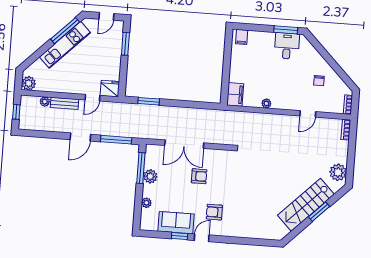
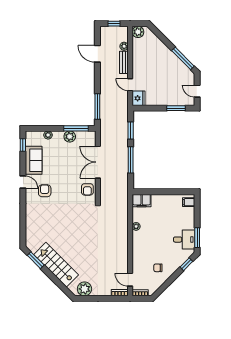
kitchen unit: (65, 45) -> (171, 59), removed
window: (317, 45) -> (186, 264), added
window: (184, 104) -> (131, 160), added
door: (308, 114) -> (130, 280), moved
door: (80, 137) -> (97, 54), moved
armchair: (199, 176) -> (87, 189), moved
window: (319, 212) -> (36, 260), moved
window: (180, 236) -> (23, 145), moved

